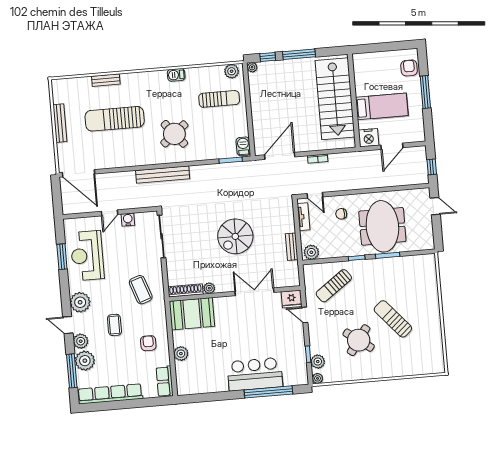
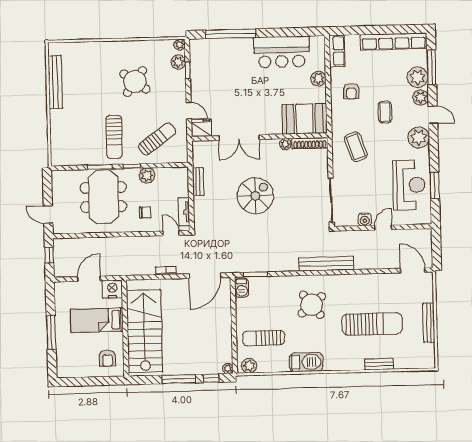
armchair: (409, 68) -> (107, 358), moved
barbecue: (176, 75) -> (306, 362), width x1.88, depth x1.53
door: (78, 173) -> (413, 270), width x0.73
plant: (311, 252) -> (147, 176), moved
sun lounger: (393, 319) -> (114, 137), moved, turned 41
bench: (436, 335) -> (55, 82), added
bar counter: (255, 374) -> (281, 52), moved

